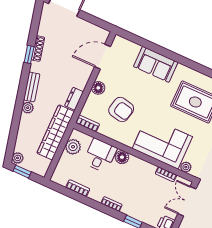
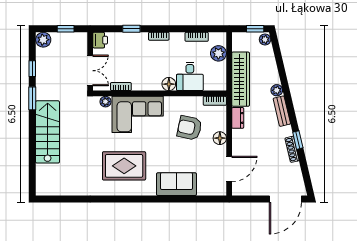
plant: (73, 147) -> (218, 53), moved

